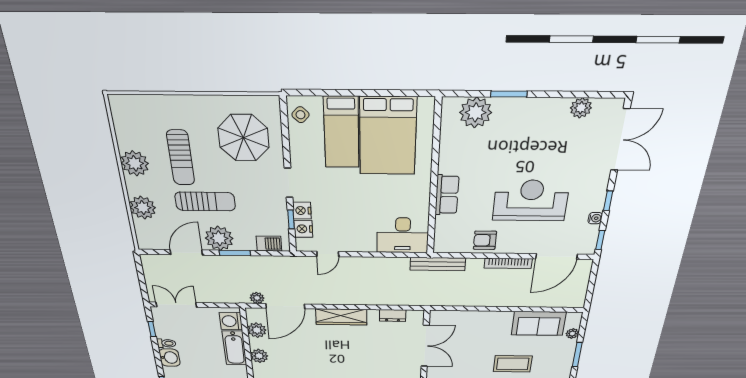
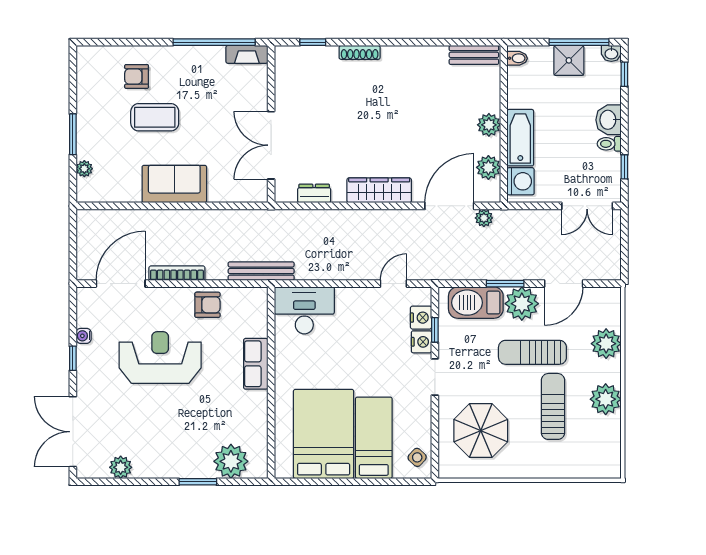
reception desk: (531, 201) -> (160, 358), turned 180
window: (600, 240) -> (73, 307), removed
barbecue: (269, 244) -> (476, 303), width x1.88, depth x1.53
sofa: (539, 323) -> (174, 184), moved

